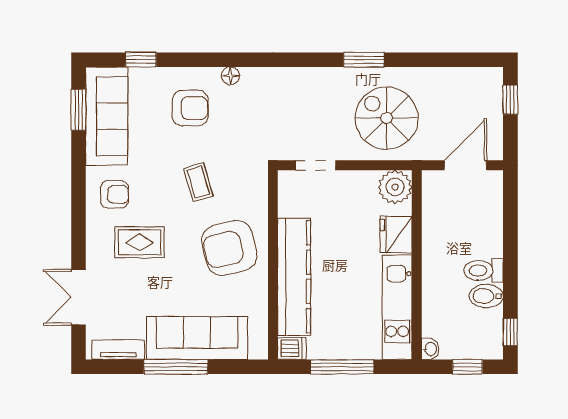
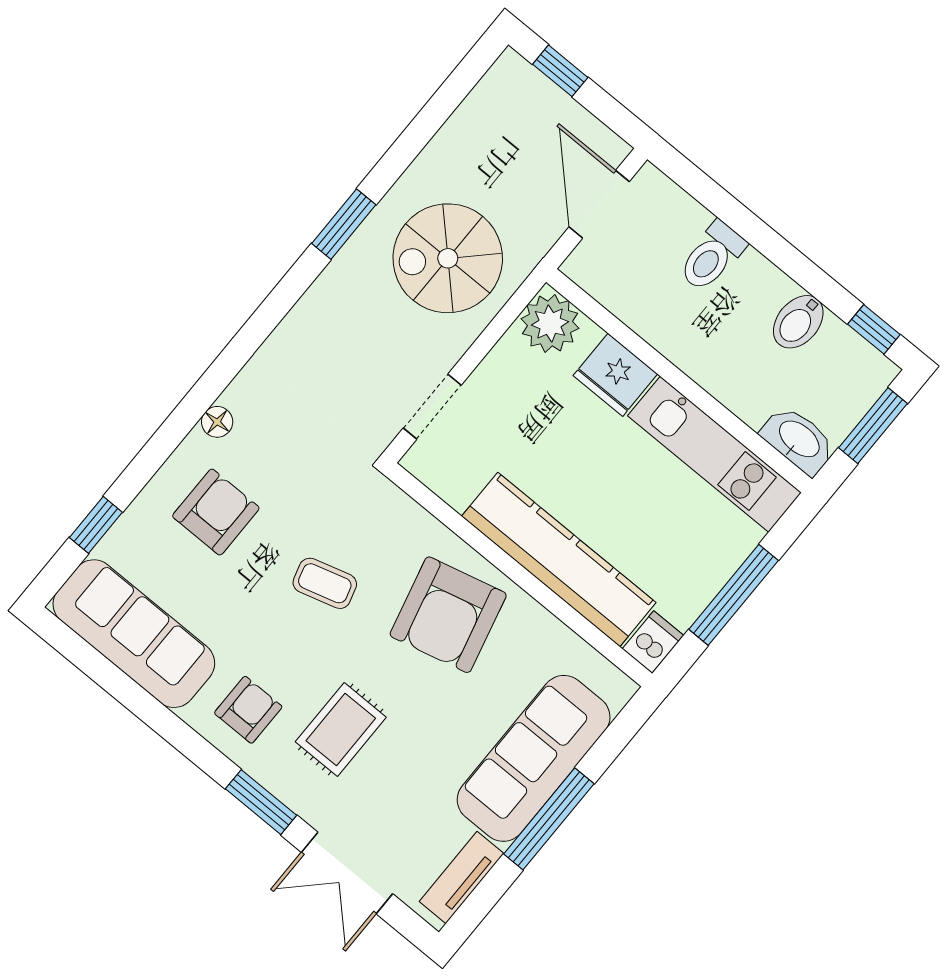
window: (78, 110) -> (261, 802), moved
toilet: (484, 270) -> (712, 256), moved
washbasin: (430, 349) -> (799, 440), width x1.91, depth x1.45
window: (467, 367) -> (873, 426), width x1.50

